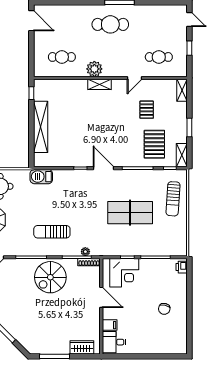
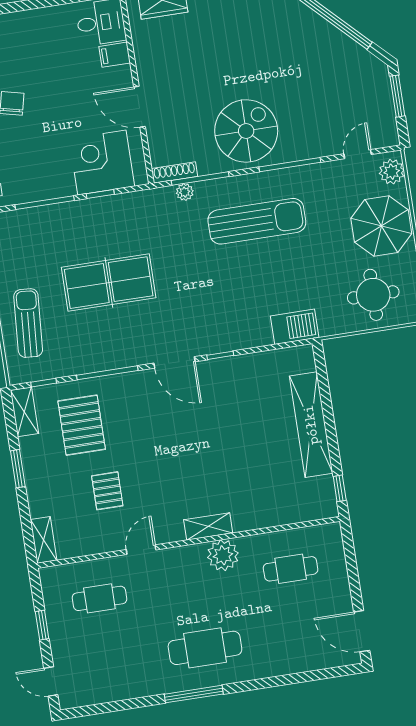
sun lounger: (52, 232) -> (257, 221), width x1.36, depth x1.34

